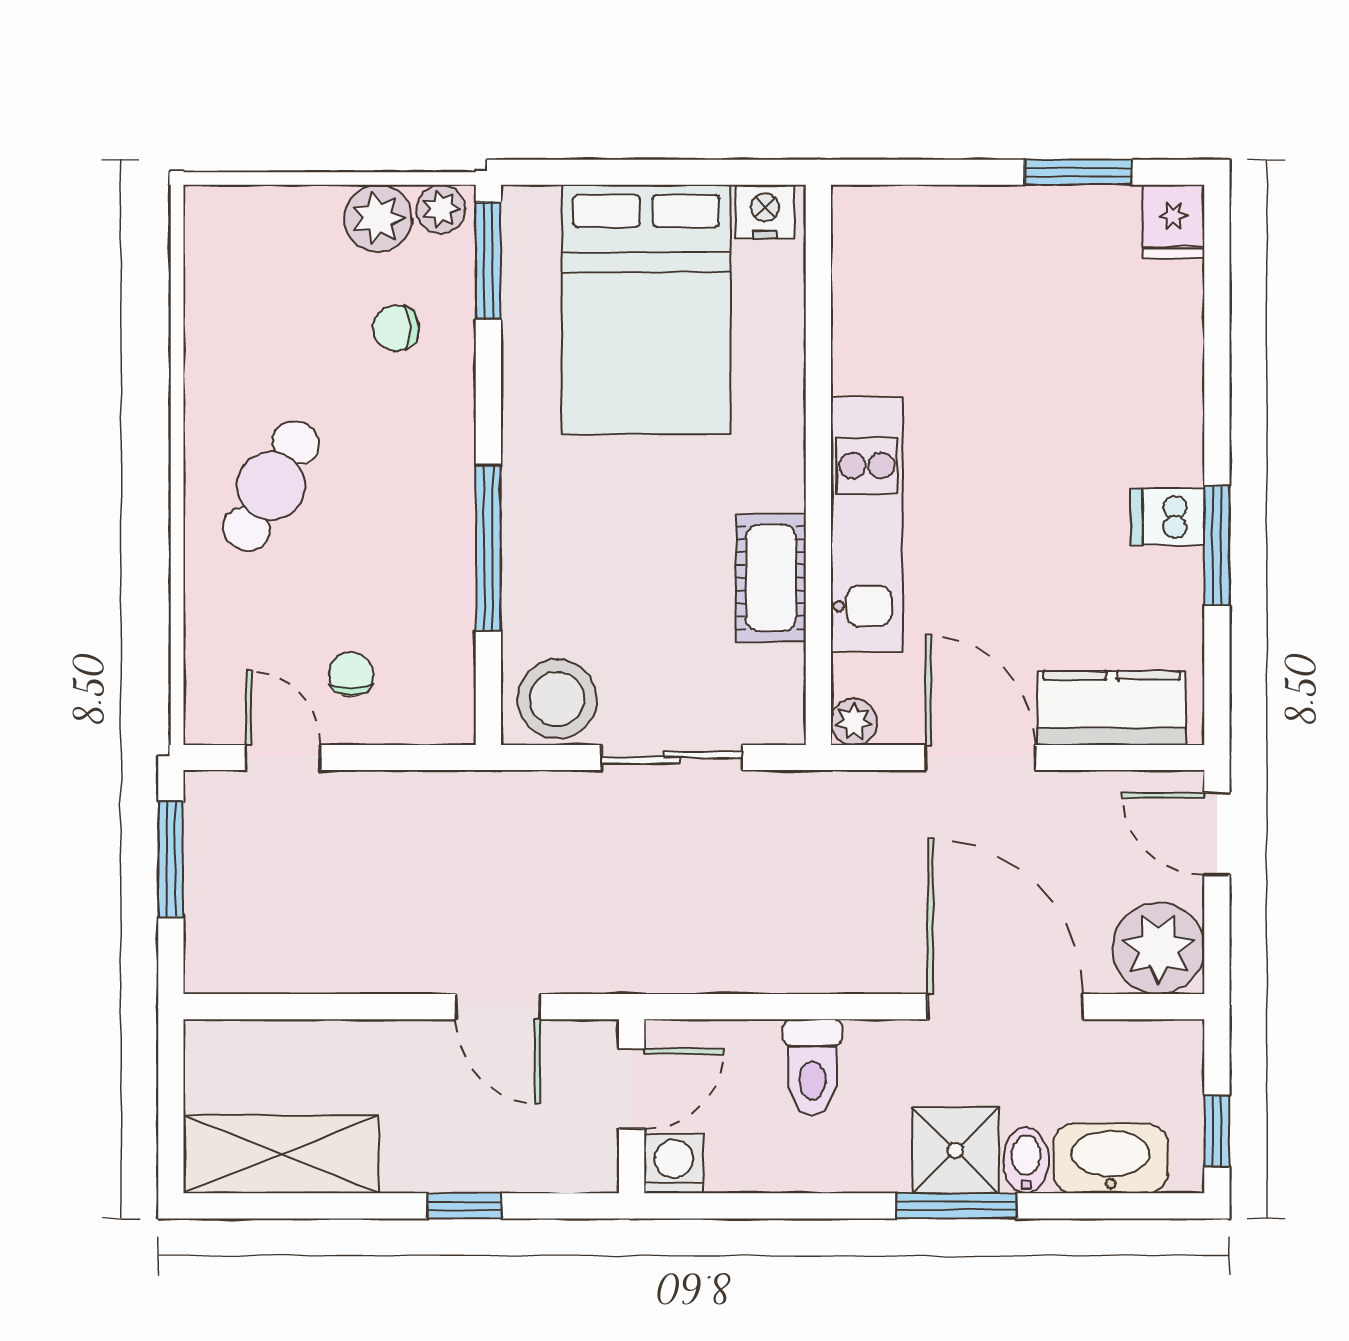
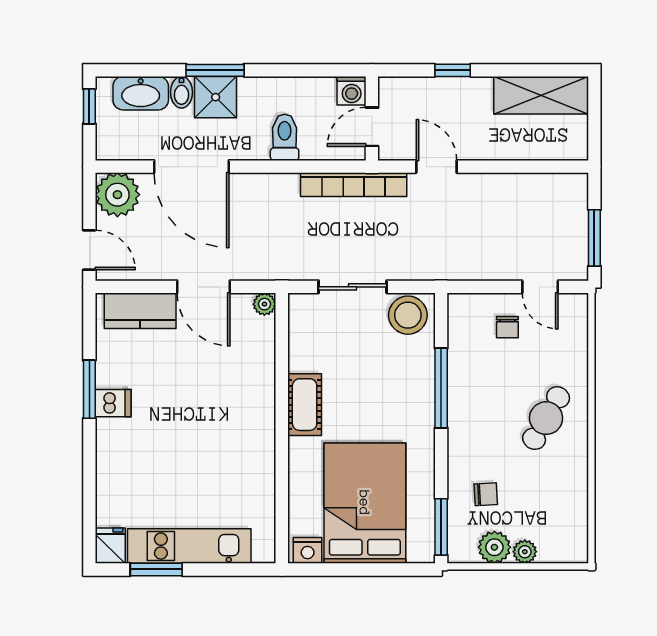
plant: (441, 209) -> (525, 552), moved
kitchen unit: (867, 524) -> (189, 546), moved, turned 90
cot: (771, 578) -> (305, 405), moved
bookcase: (669, 969) -> (354, 185), added

